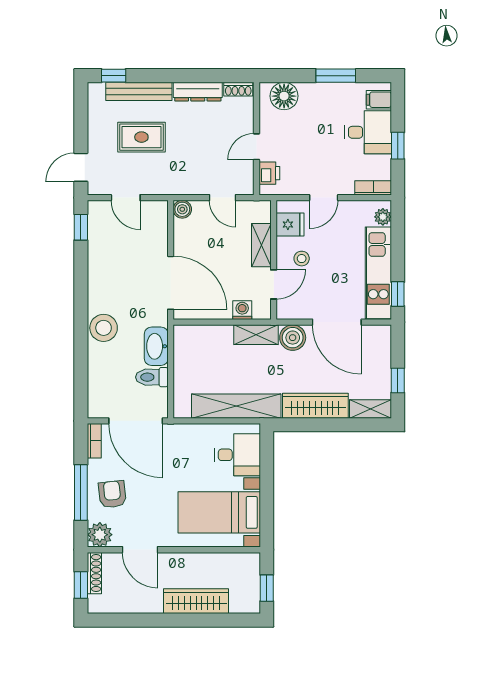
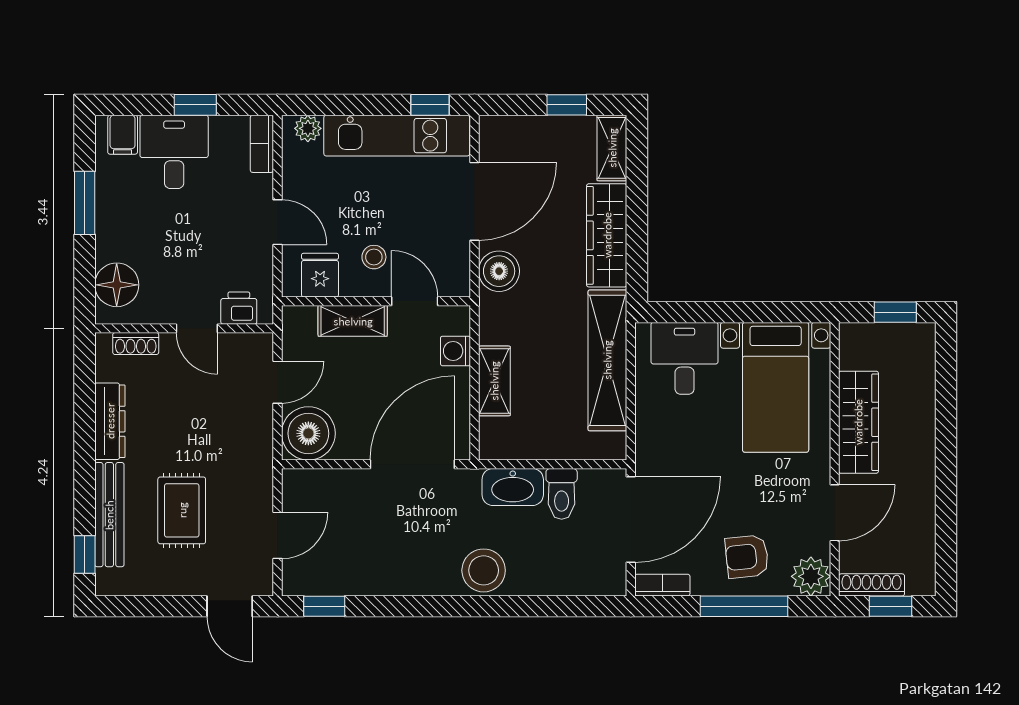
shoe rack: (238, 89) -> (136, 344), moved, turned 90
boiler: (182, 209) -> (308, 433), width x1.86, depth x1.86
shelving: (256, 335) -> (494, 381), moved
wardrobe: (196, 601) -> (858, 422), moved, turned 180

